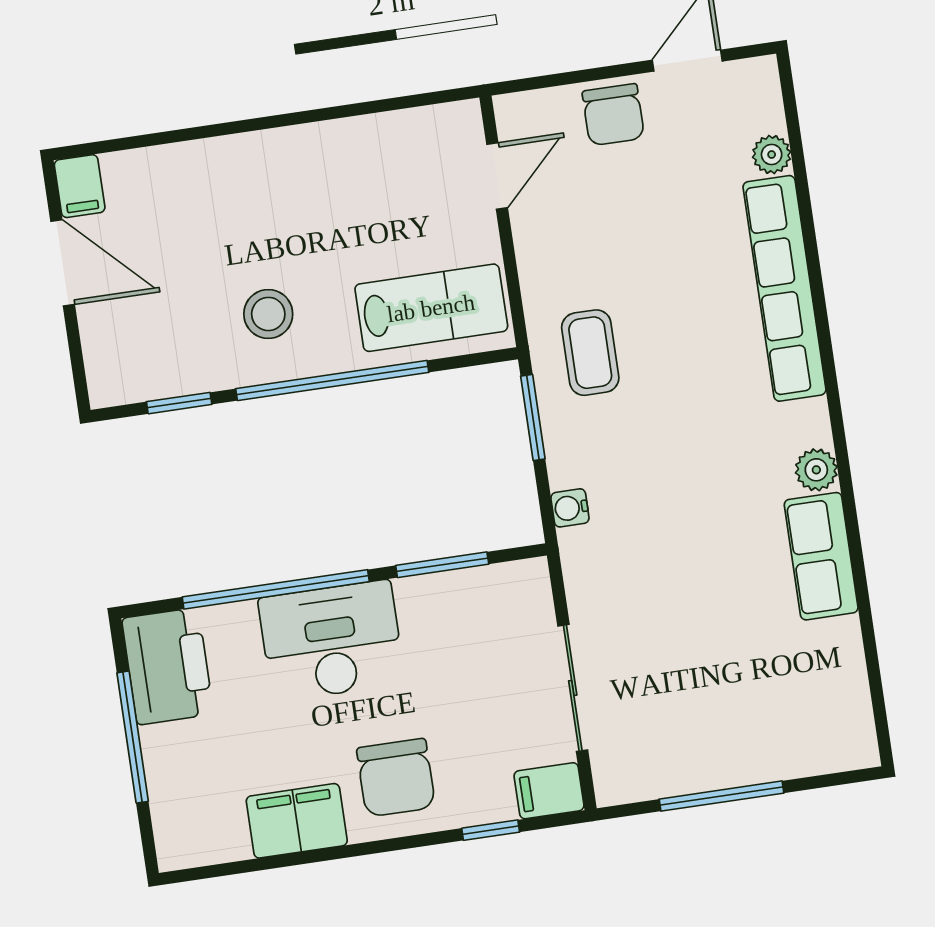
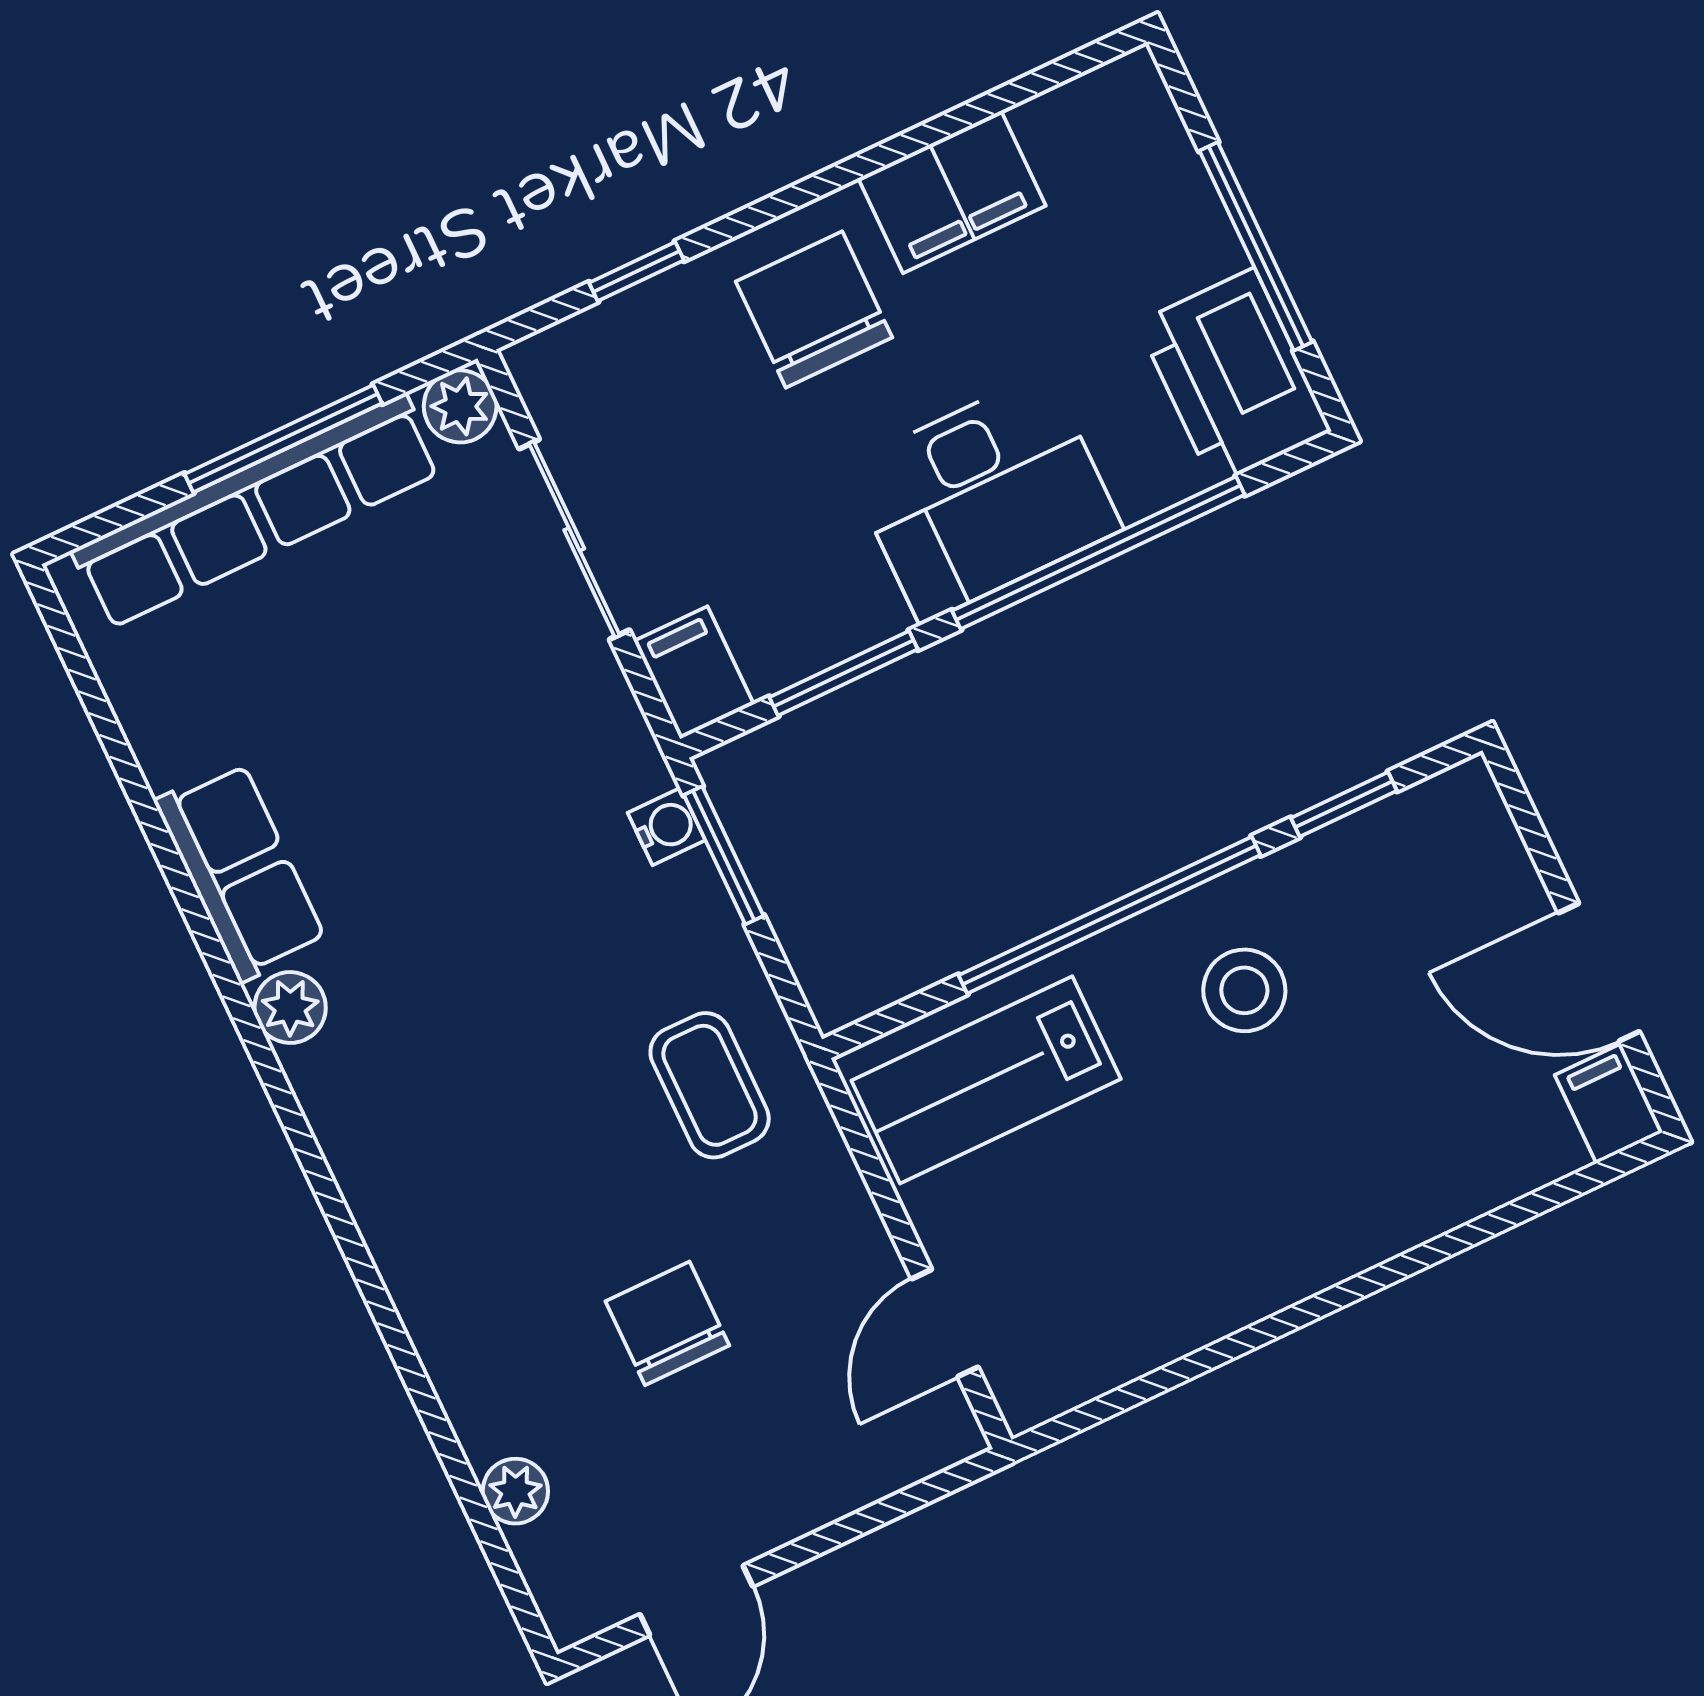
chair: (613, 115) -> (667, 1323), moved
row of seats: (784, 288) -> (257, 511), moved, turned 90
window: (533, 417) -> (724, 855), moved
plant: (615, 784) -> (460, 406), added
filing cabinet: (549, 791) -> (694, 673), moved, turned -90

